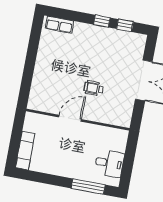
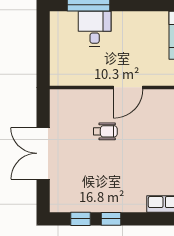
desk: (109, 163) -> (95, 29), moved, turned 90

